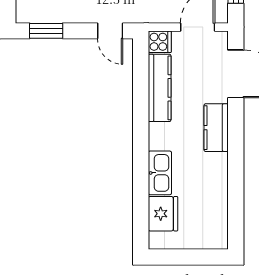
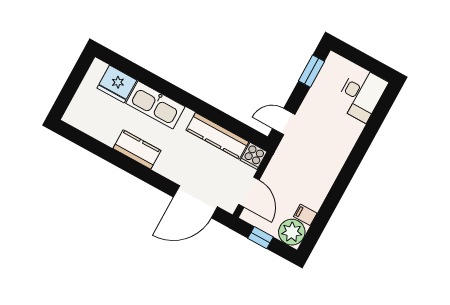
kitchen counter: (216, 128) -> (137, 150), moved
kitchen sink: (160, 173) -> (155, 105), width x1.36, depth x1.24

